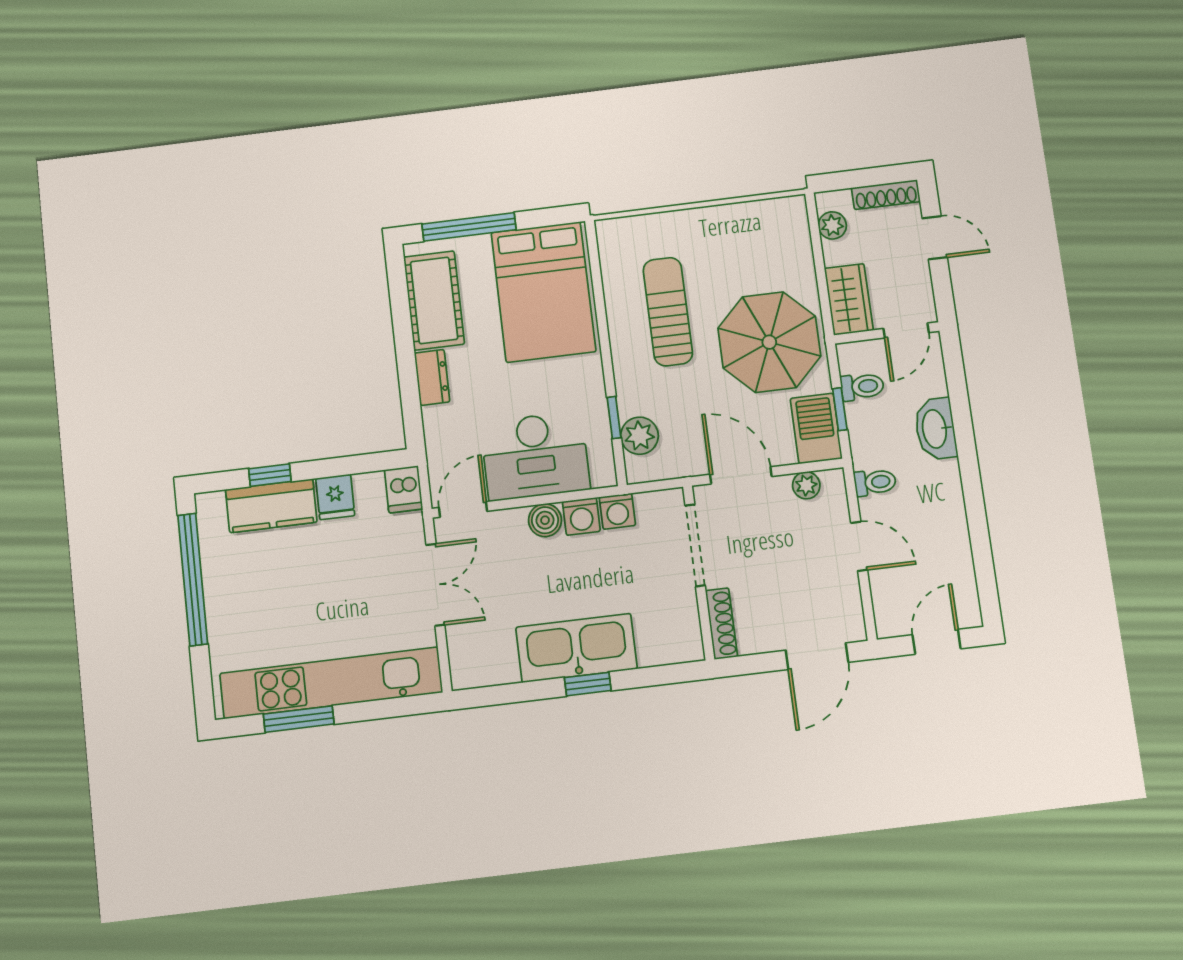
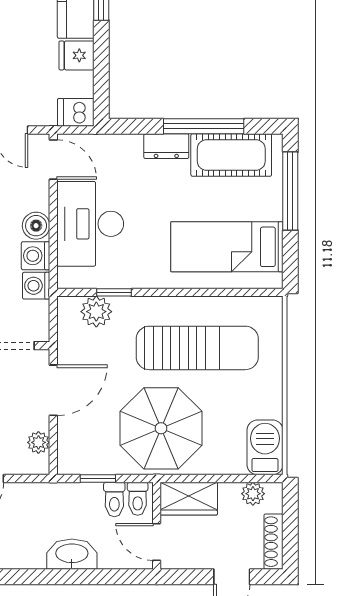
bed: (543, 292) -> (227, 247), width x0.67
sun lounger: (668, 312) -> (197, 348), width x1.36, depth x1.34
window: (404, 337) -> (204, 126), added
barbecue: (816, 428) -> (265, 447), moved, turned -90
toilet: (875, 482) -> (138, 499), moved

